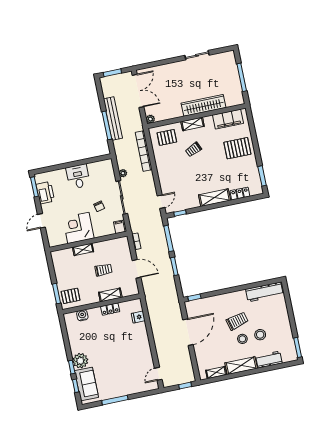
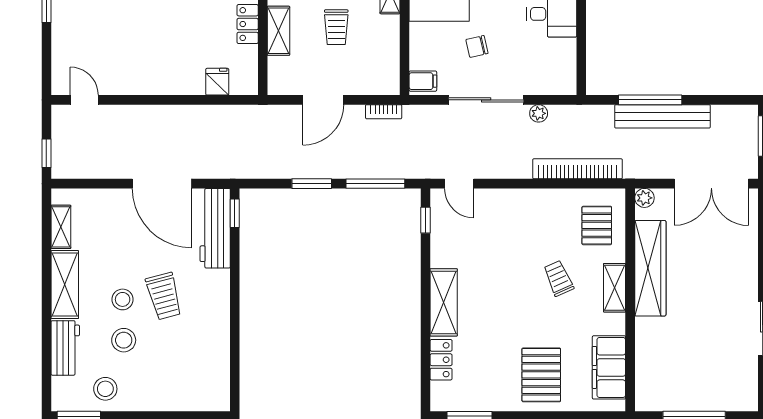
wardrobe: (204, 105) -> (650, 268), moved
workbench: (264, 292) -> (215, 228), moved
stool: (283, 338) -> (105, 389), added

